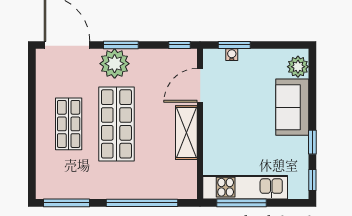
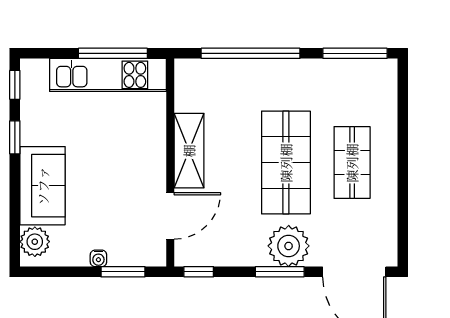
water cooler: (232, 55) -> (98, 258), moved

